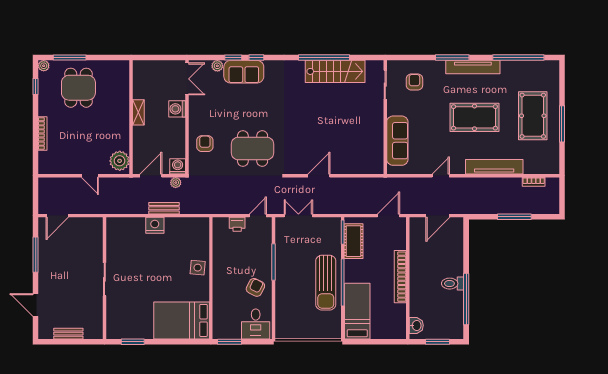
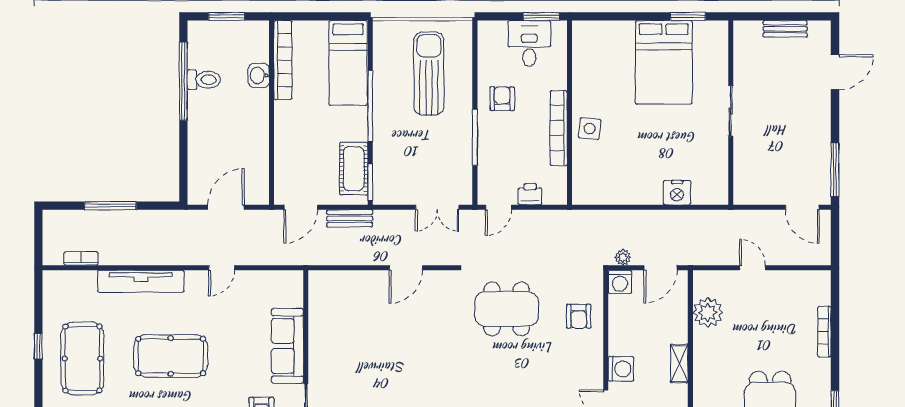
window: (562, 124) -> (38, 346), width x0.46
sofa: (397, 141) -> (287, 346), moved
plant: (120, 161) -> (708, 313), moved
bench: (164, 208) -> (350, 218), moved
door: (57, 216) -> (802, 207), swing flipped
nightstand: (155, 225) -> (677, 193), moved
window: (36, 255) -> (835, 170), moved
bookcase: (218, 268) -> (559, 128), added
bookcase: (400, 277) -> (283, 60), moved
sun lounger: (326, 283) -> (429, 74), moved
toilet: (453, 284) -> (204, 80), moved
armchair: (255, 287) -> (502, 99), turned 153
door: (36, 305) -> (835, 72), hinge flipped
bed: (182, 320) -> (664, 62), moved, turned 90
desk: (256, 324) -> (529, 43), moved
washbasin: (416, 325) -> (259, 75), moved

